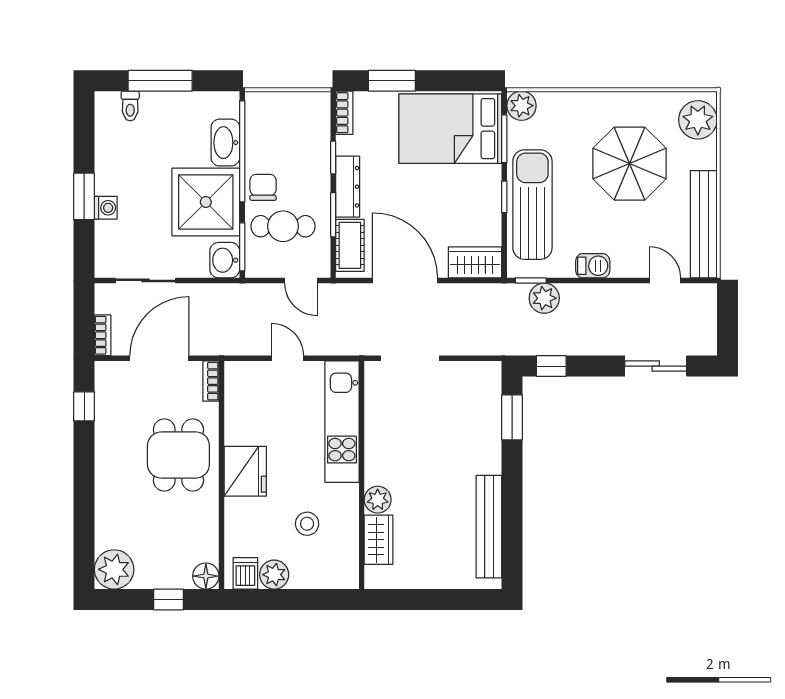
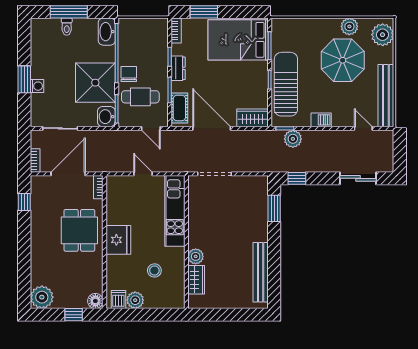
toilet: (130, 106) -> (67, 27), moved
plant: (522, 106) -> (349, 26), moved
washbasin: (225, 143) -> (107, 32), moved
dresser: (348, 187) -> (178, 68), width x0.70

